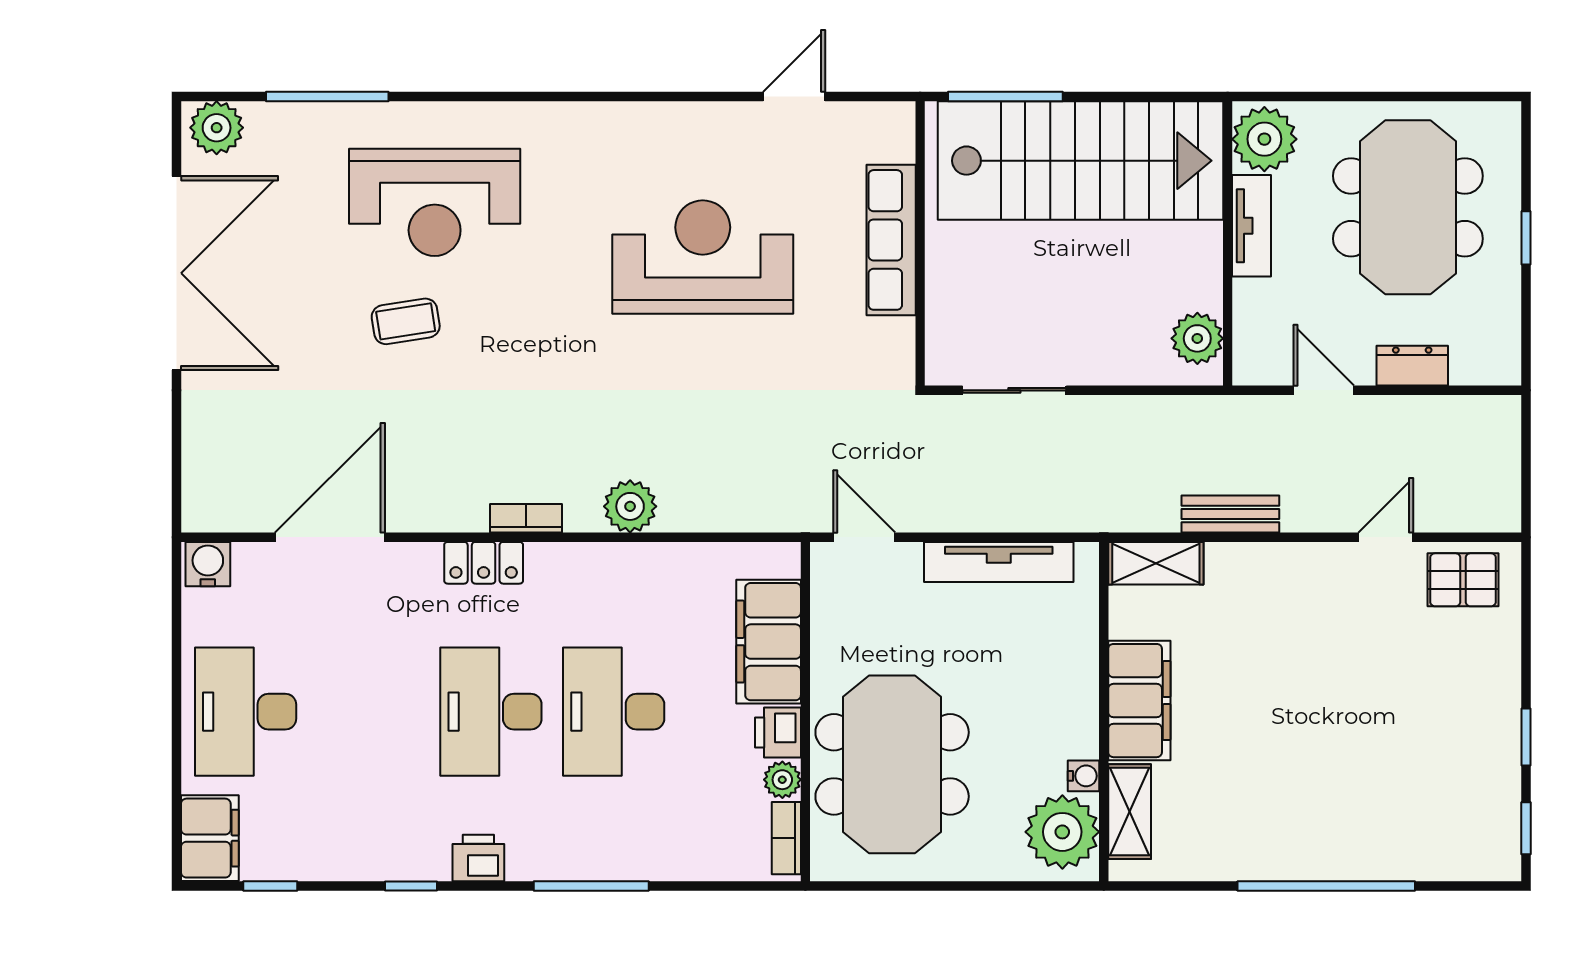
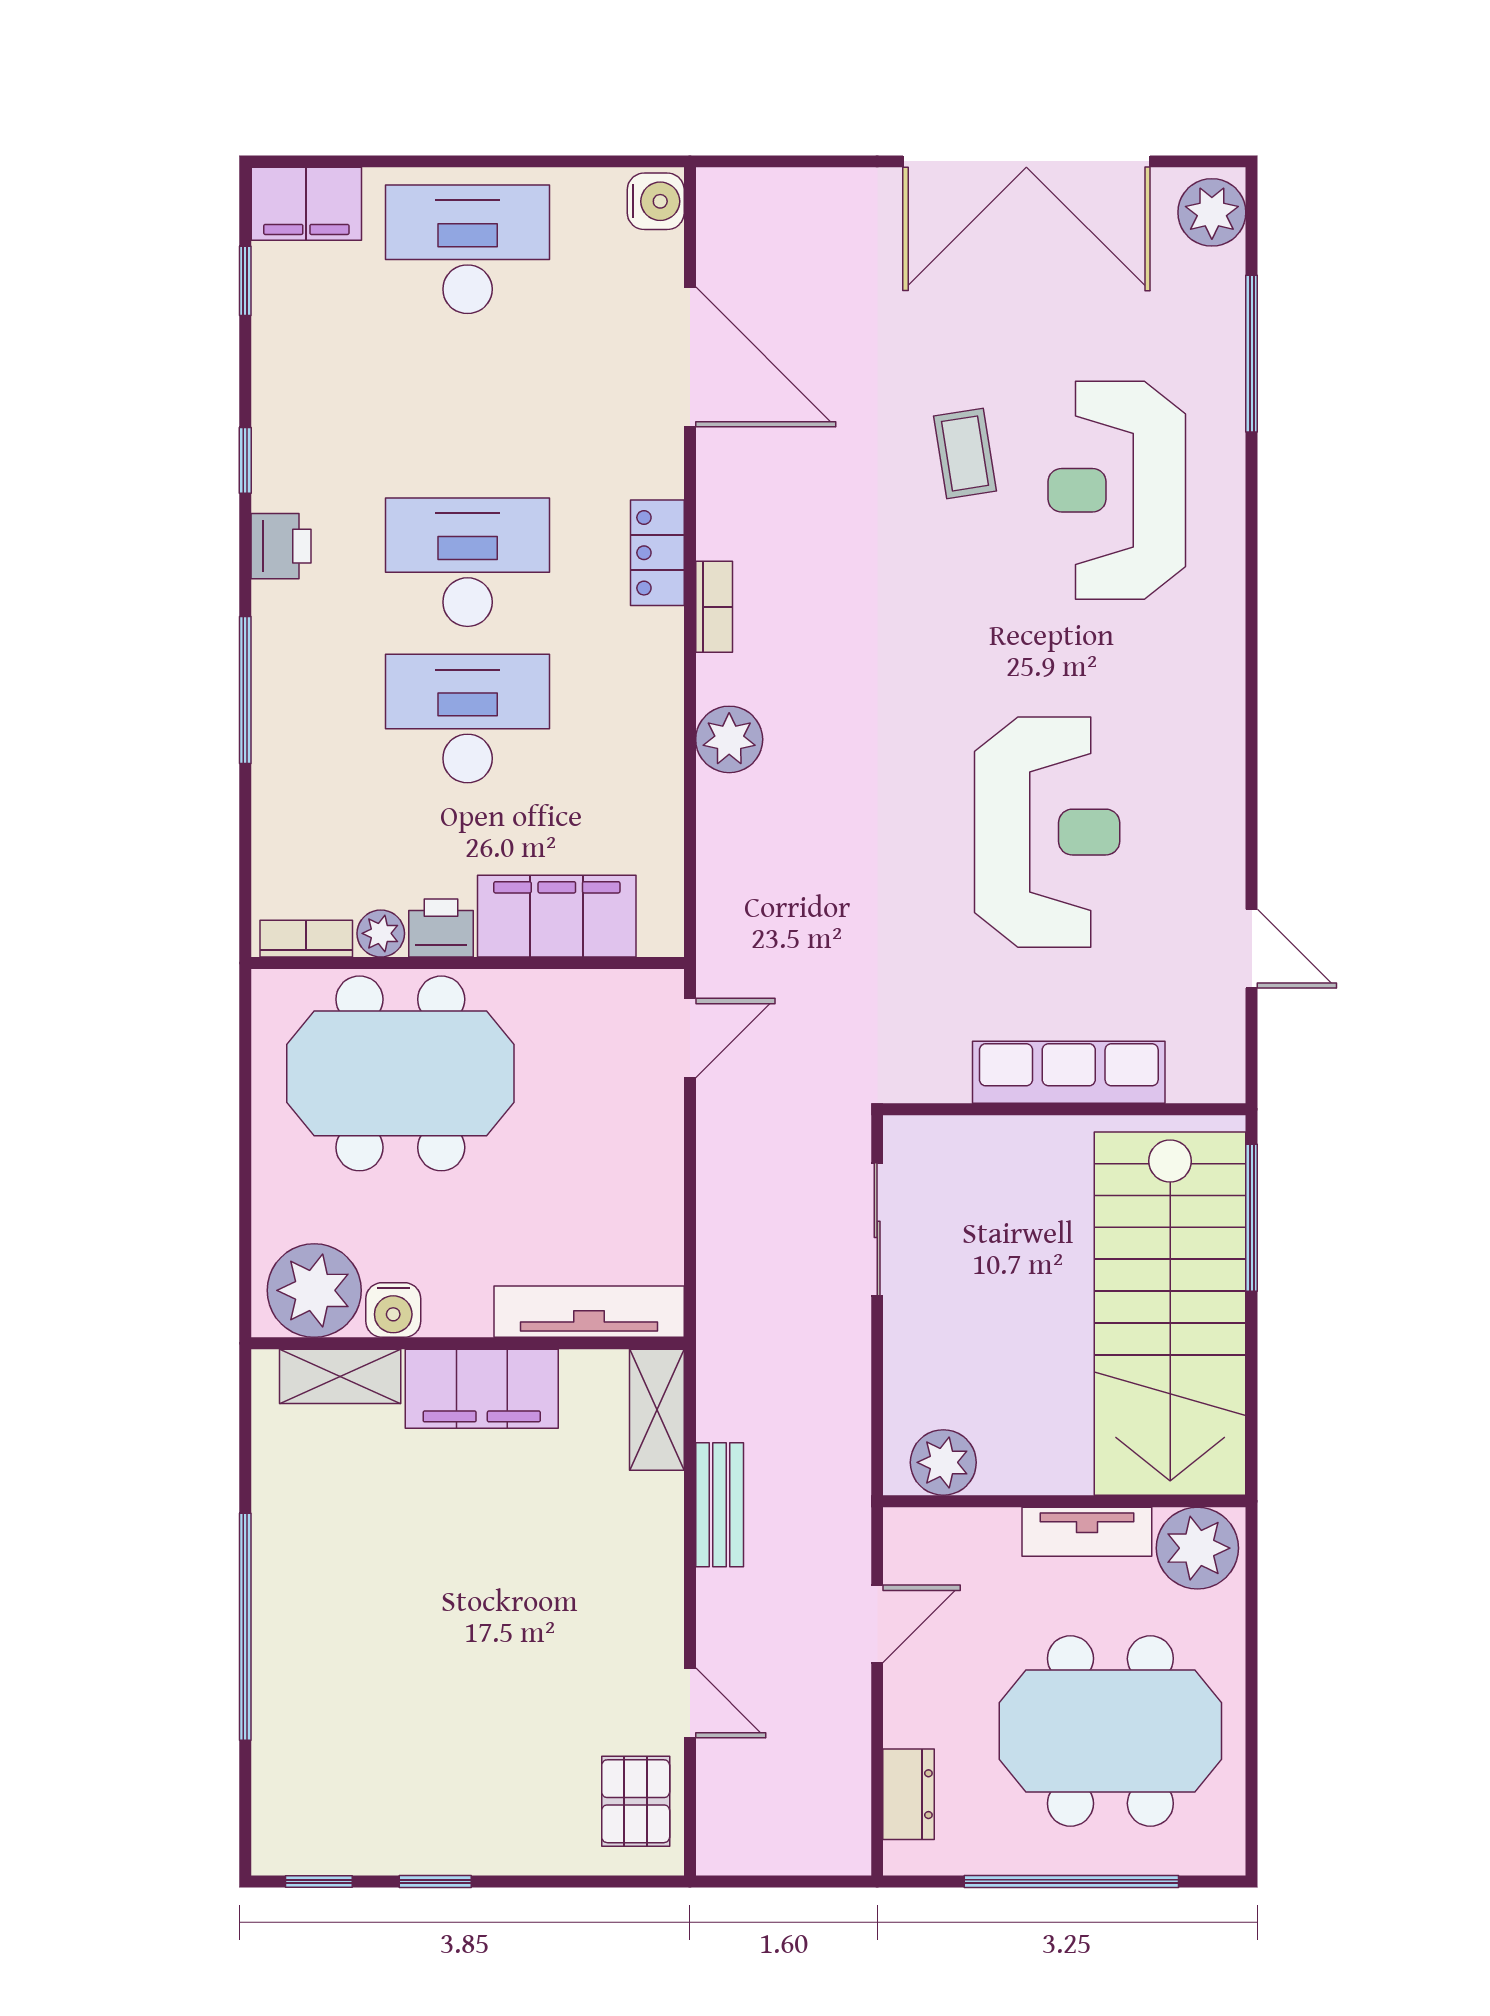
window: (1526, 238) -> (1071, 1881), width x3.17
dresser: (1412, 366) -> (909, 1794), moved
tv unit: (999, 562) -> (589, 1312), moved, turned 90
water cooler: (1084, 776) -> (393, 1310), width x1.38, depth x1.38

